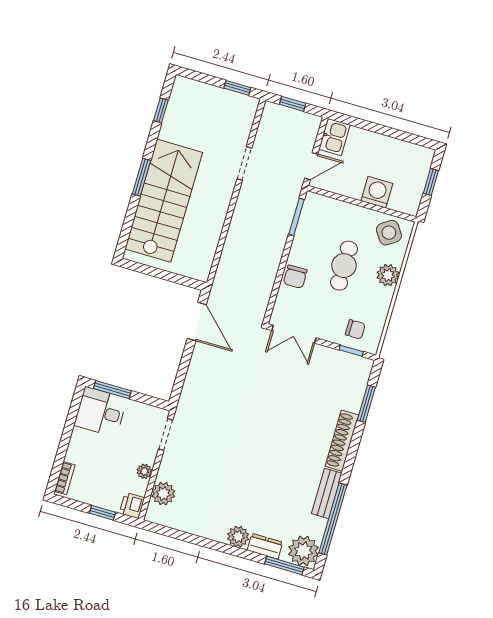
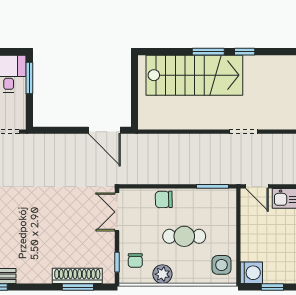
window: (161, 110) -> (245, 52), moved
washing machine: (377, 192) -> (251, 273), moved
side table: (389, 233) -> (221, 265), turned 35
plant: (388, 275) -> (162, 274), moved
door: (197, 321) -> (104, 130), hinge flipped
shoe rack: (342, 441) -> (77, 276), moved

